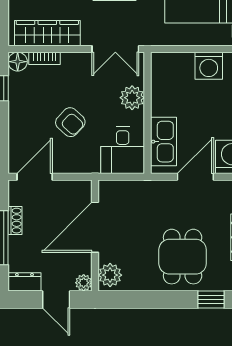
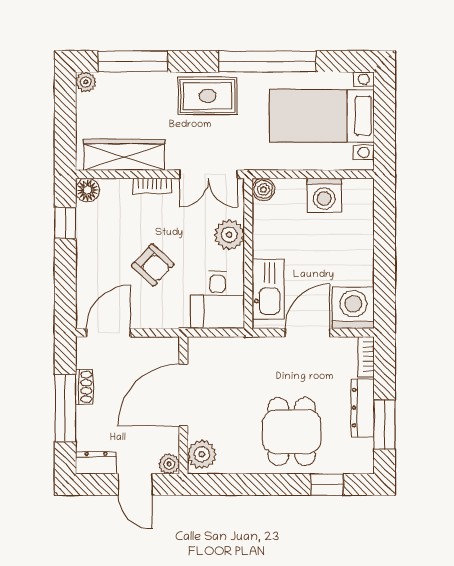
bookcase: (45, 58) -> (152, 186), moved
boiler: (160, 61) -> (263, 189), added

